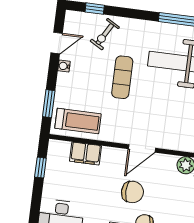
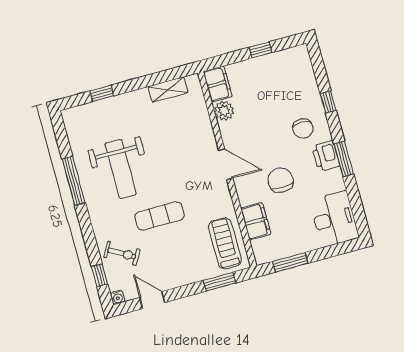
water cooler: (64, 66) -> (118, 297), moved
window: (40, 168) -> (290, 262), width x1.50
chair: (132, 192) -> (280, 180), moved

